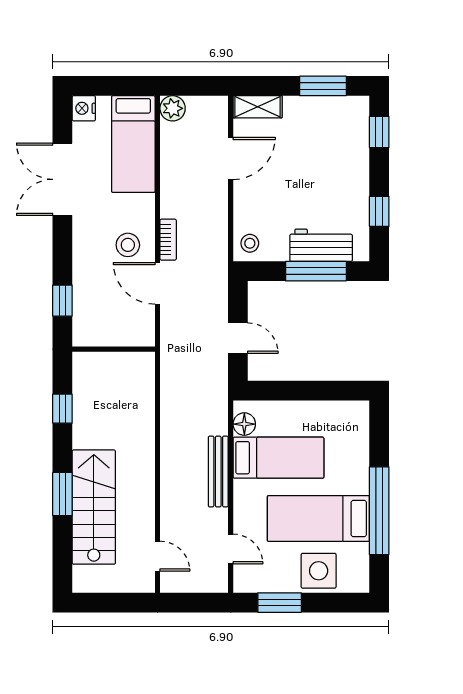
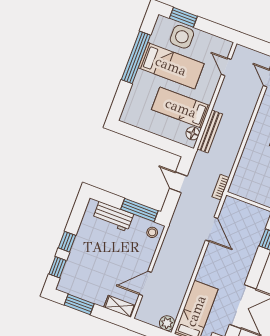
window: (379, 211) -> (67, 242), moved
bookcase: (168, 240) -> (221, 187), moved
stool: (128, 245) -> (220, 257), removed
window: (316, 271) -> (139, 210), moved
bench: (218, 472) -> (210, 131), moved
window: (280, 603) -> (183, 17), moved

